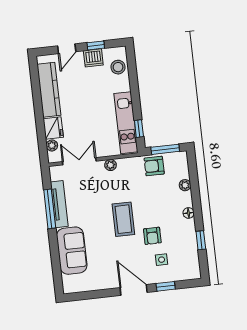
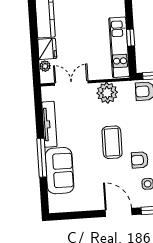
window: (139, 129) -> (131, 38), moved
plant: (110, 165) -> (107, 93), width x1.87, depth x1.87
window: (50, 209) -> (42, 158), moved
armchair: (152, 236) -> (140, 160), turned 90

